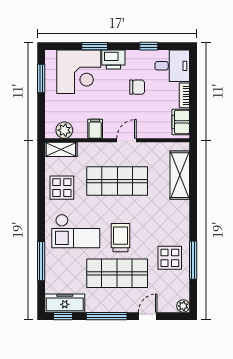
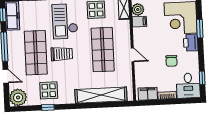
window: (149, 46) -> (202, 78), moved
filing cabinet: (95, 129) -> (139, 22), moved
shelving: (180, 175) -> (101, 95), width x1.47
window: (193, 260) -> (48, 107), width x0.46
plant: (183, 306) -> (18, 97), width x1.87, depth x1.87

